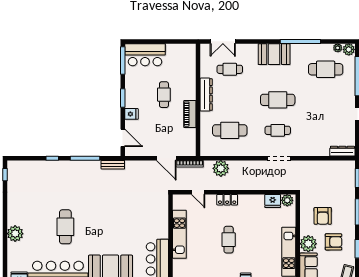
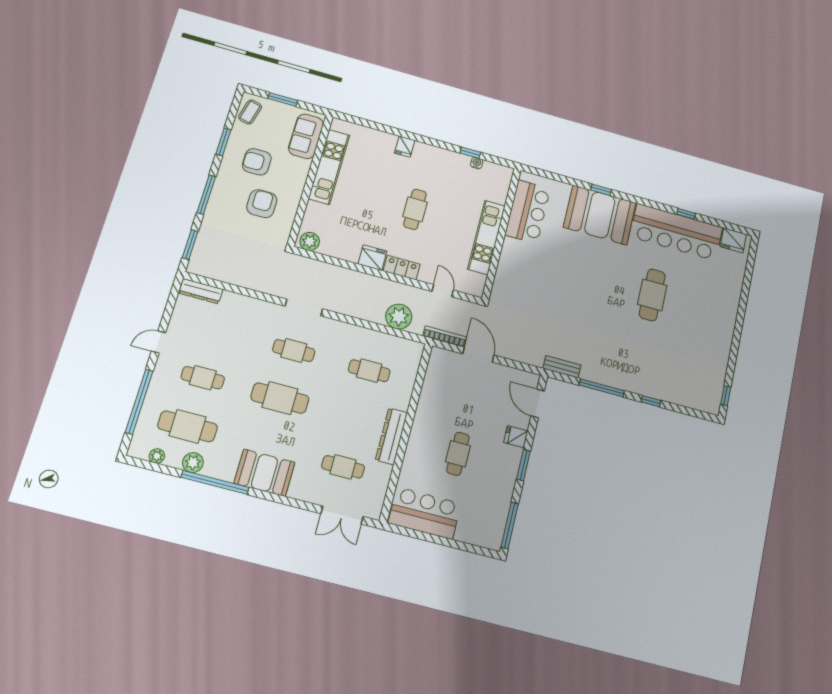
double door: (223, 41) -> (342, 515), swing flipped
plant: (349, 49) -> (193, 463), moved
bar counter: (145, 55) -> (425, 513), moved
cafe table: (326, 100) -> (203, 378), added
piano: (190, 114) -> (425, 412), removed
cafe table: (230, 130) -> (369, 371), width x0.73, depth x0.74
fridge: (273, 201) -> (372, 258), moved
plant: (15, 234) -> (727, 305), removed
plant: (308, 244) -> (296, 170), removed

